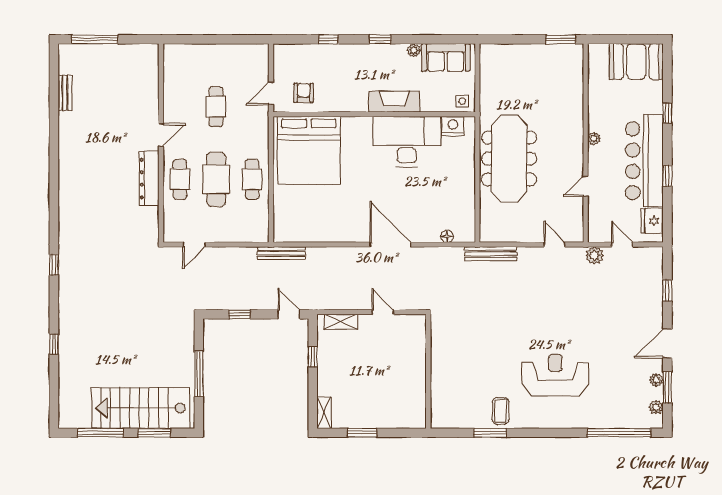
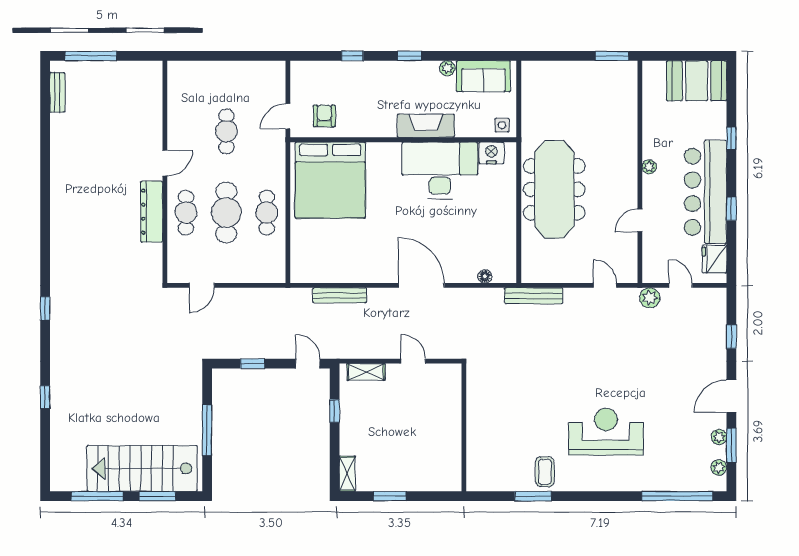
bench: (65, 93) -> (57, 92), moved
bench: (281, 253) -> (340, 295), moved

